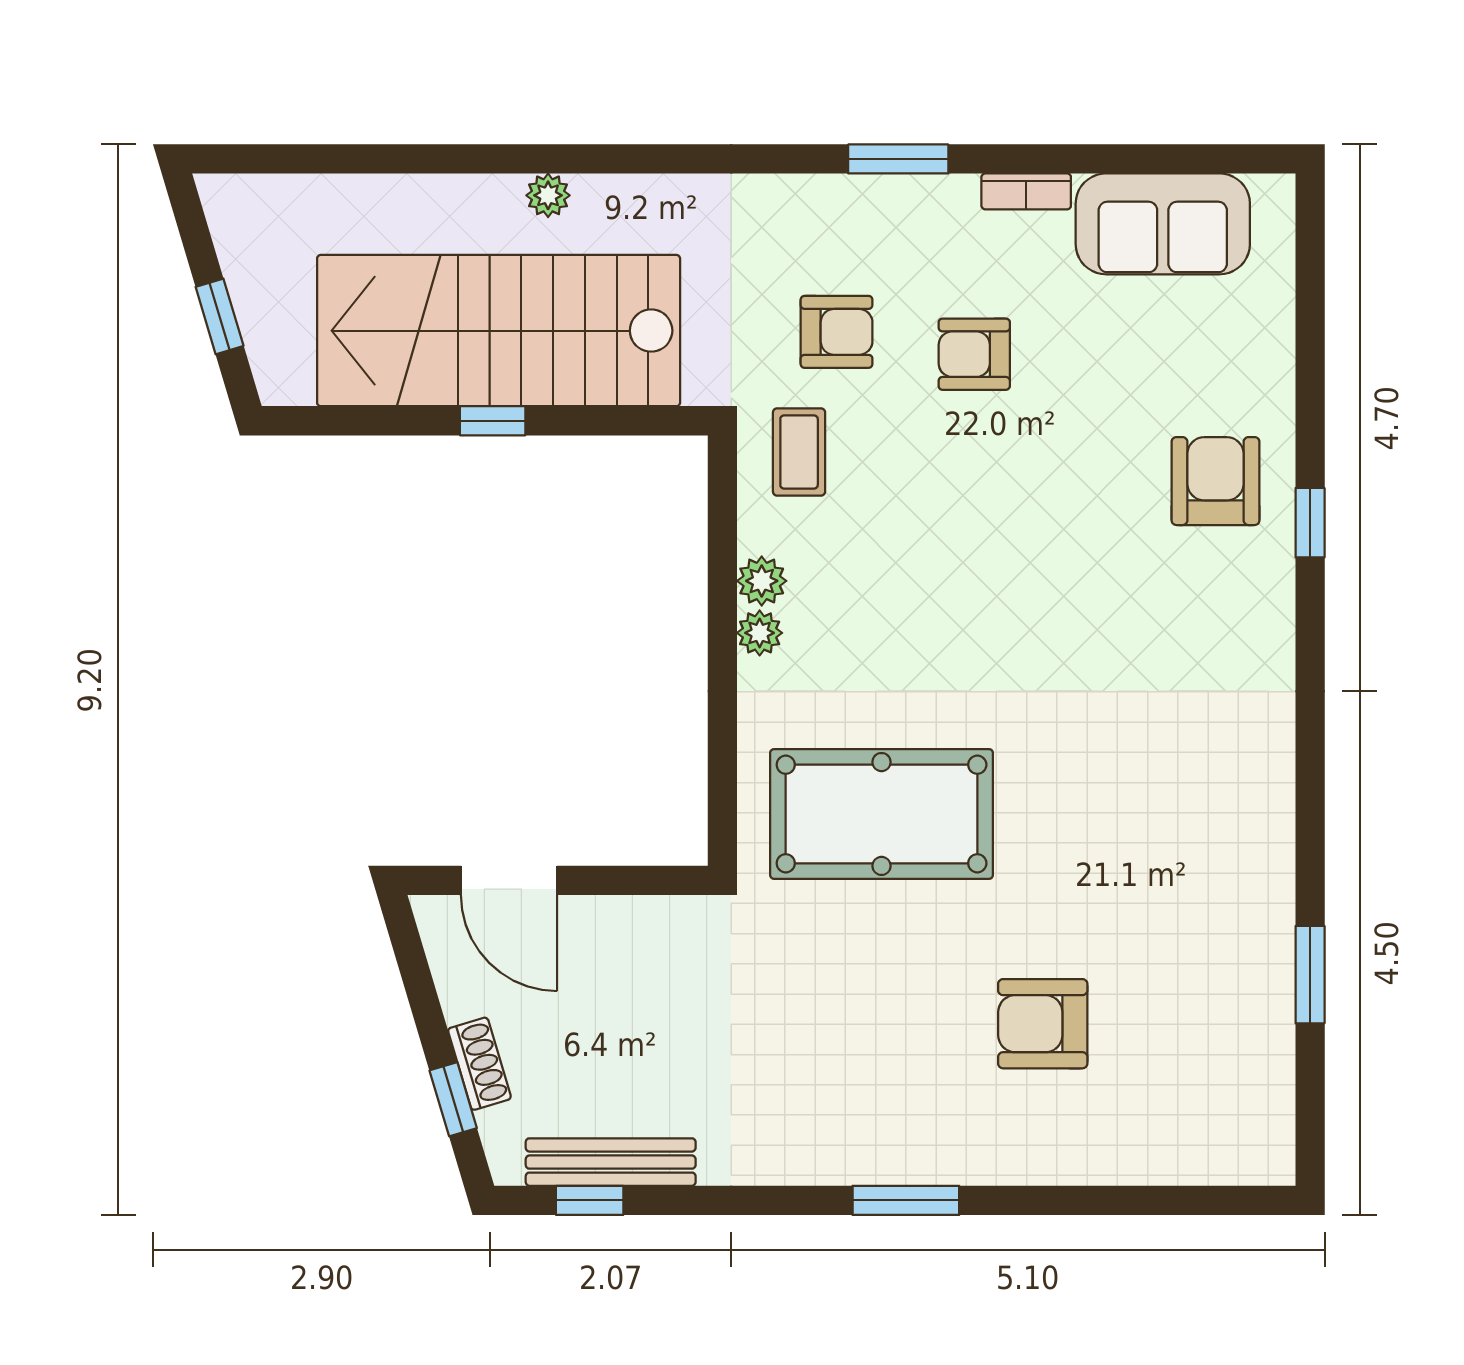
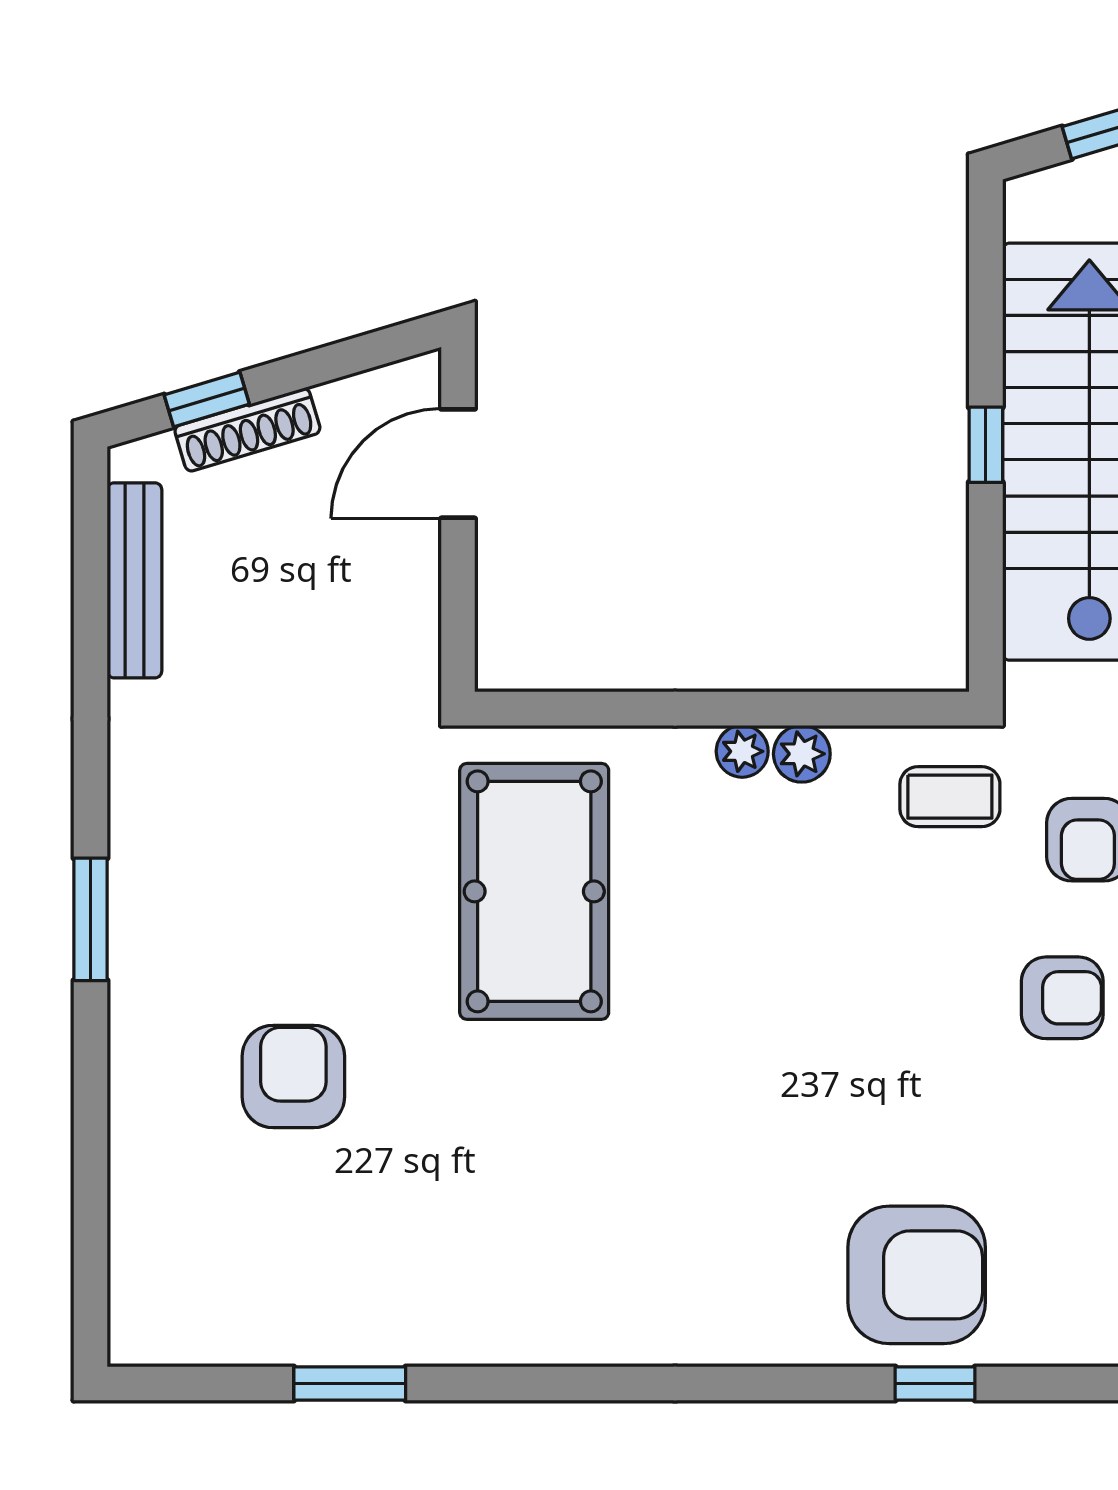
armchair: (974, 354) -> (1062, 998), turned 90
armchair: (1216, 481) -> (917, 1275), width x1.36, depth x1.36
window: (1310, 523) -> (935, 1383), moved
shoe rack: (479, 1064) -> (247, 430), width x1.43
window: (590, 1200) -> (91, 556), removed

